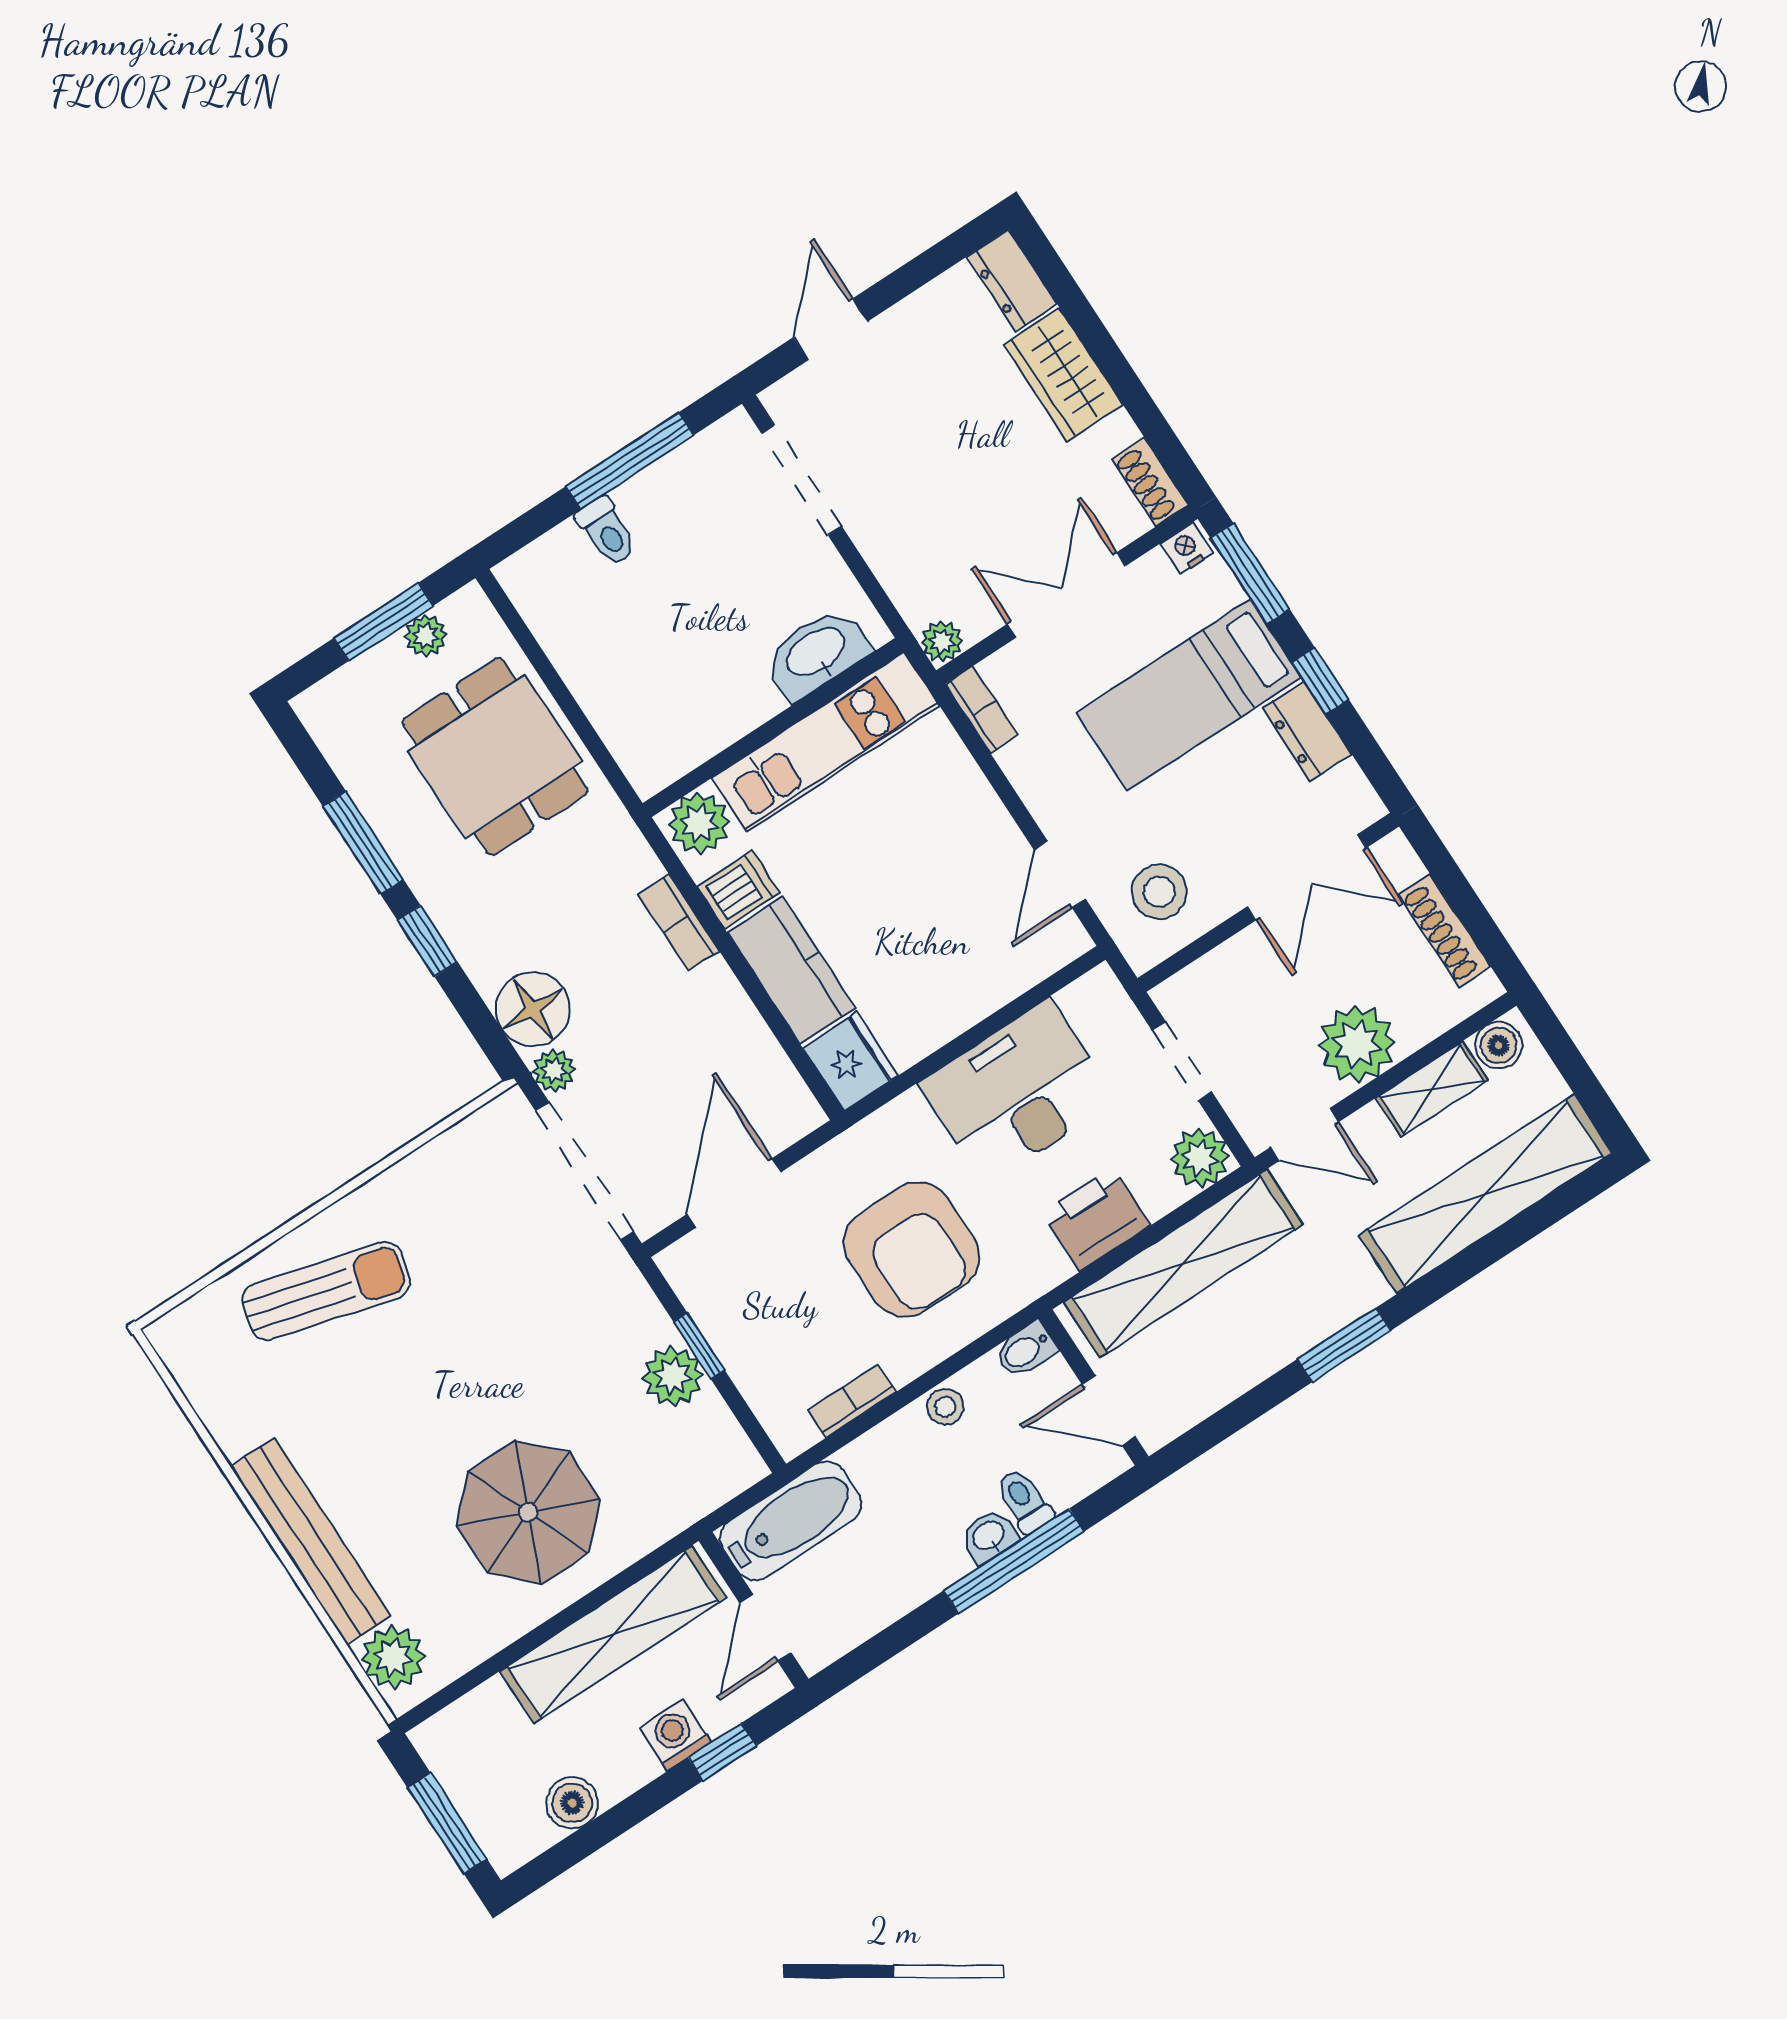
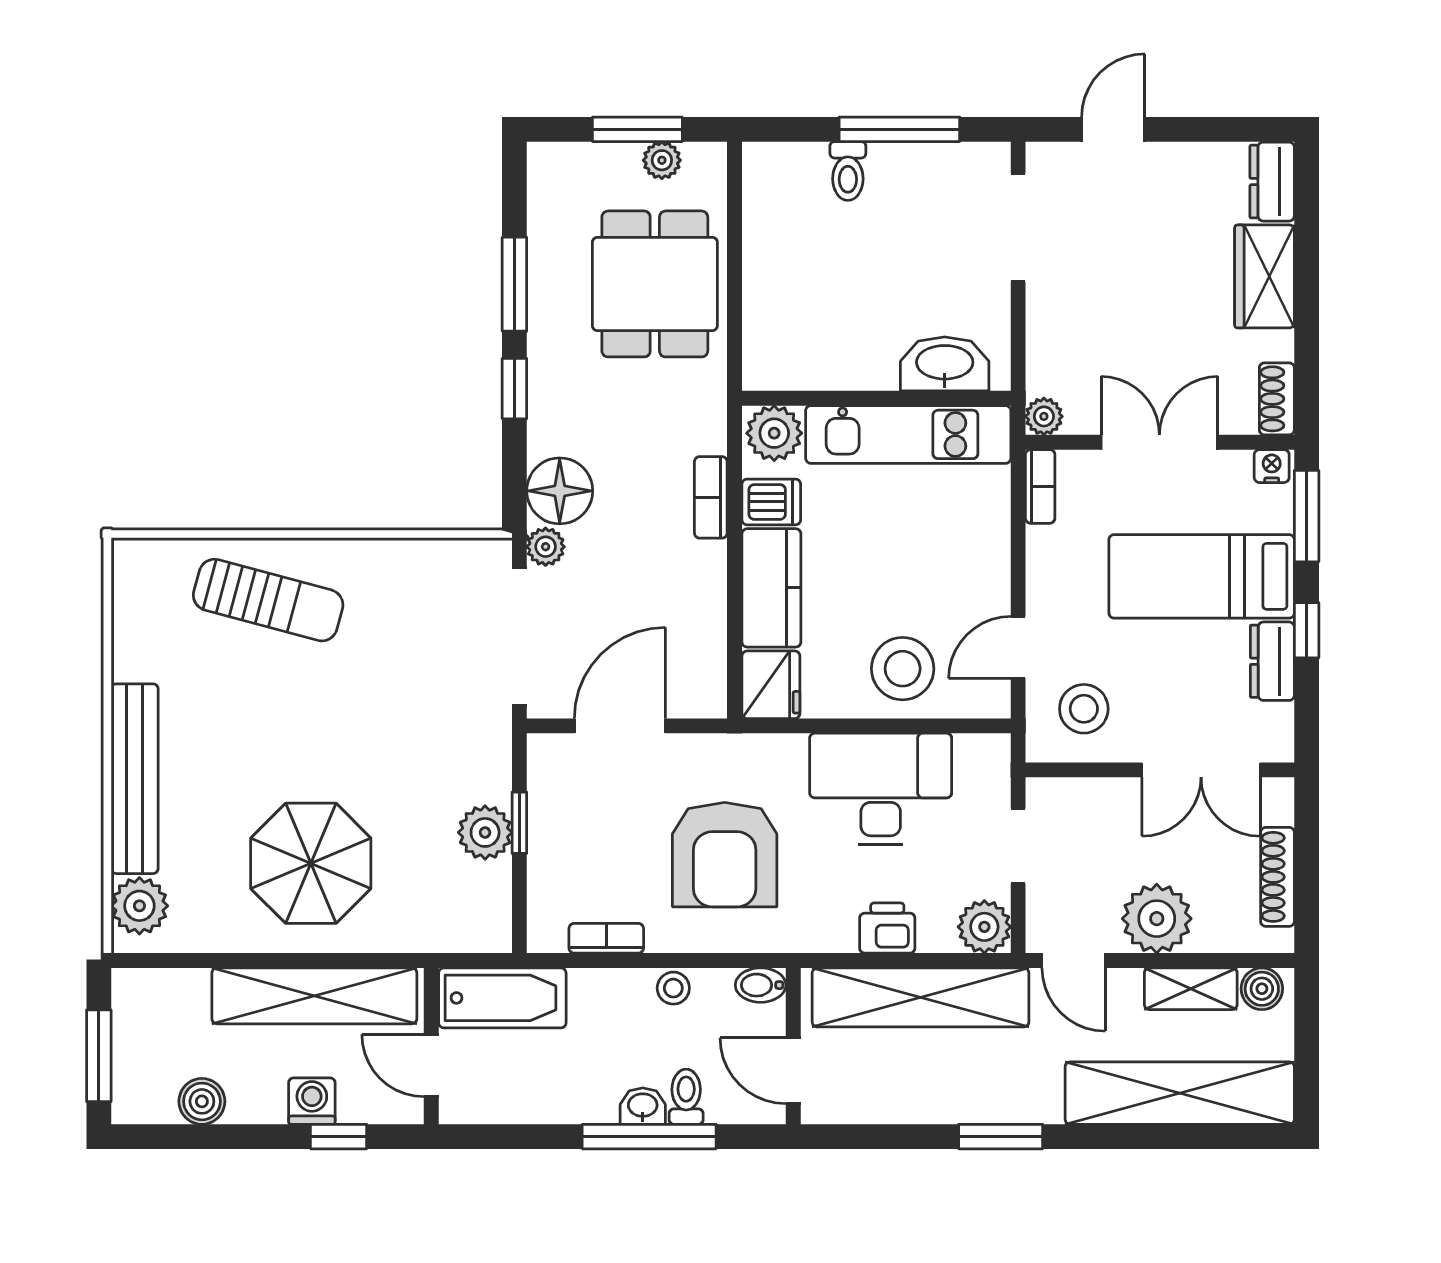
stool: (964, 966) -> (903, 669), added
printer: (1096, 1219) -> (887, 928), width x0.73, depth x0.81
door: (766, 1628) -> (431, 1066), hinge flipped

